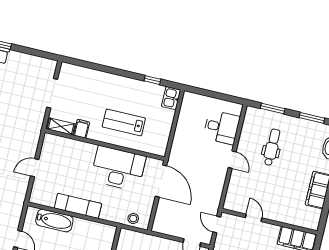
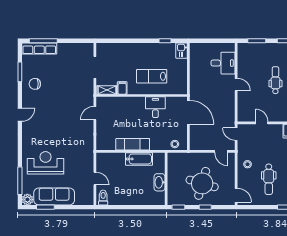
dental chair: (272, 147) -> (275, 80), moved
door: (35, 168) -> (95, 113), moved
desk: (118, 168) -> (155, 107), width x0.53, depth x0.77
bathtub: (54, 221) -> (139, 159), moved

